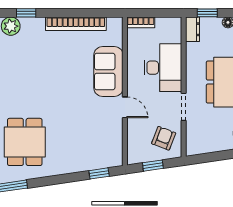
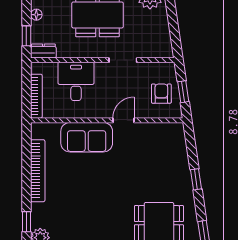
bookcase: (141, 22) -> (36, 96), width x1.56
desk: (163, 68) -> (76, 81), width x0.73
armchair: (164, 138) -> (161, 94), moved, turned 69
window: (99, 173) -> (196, 179), moved

